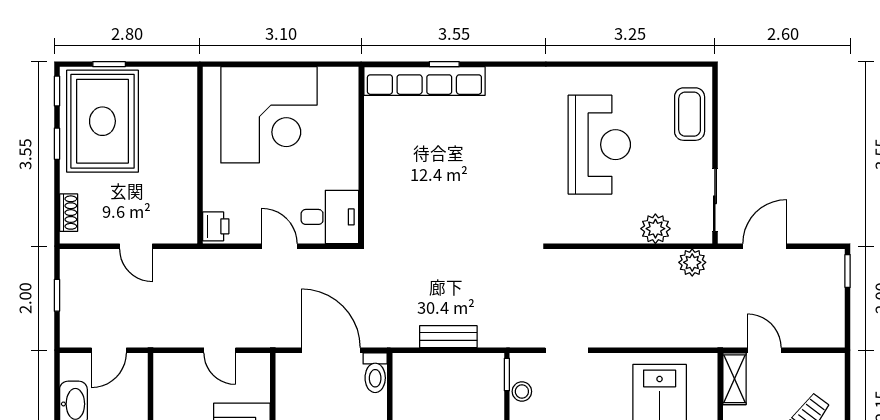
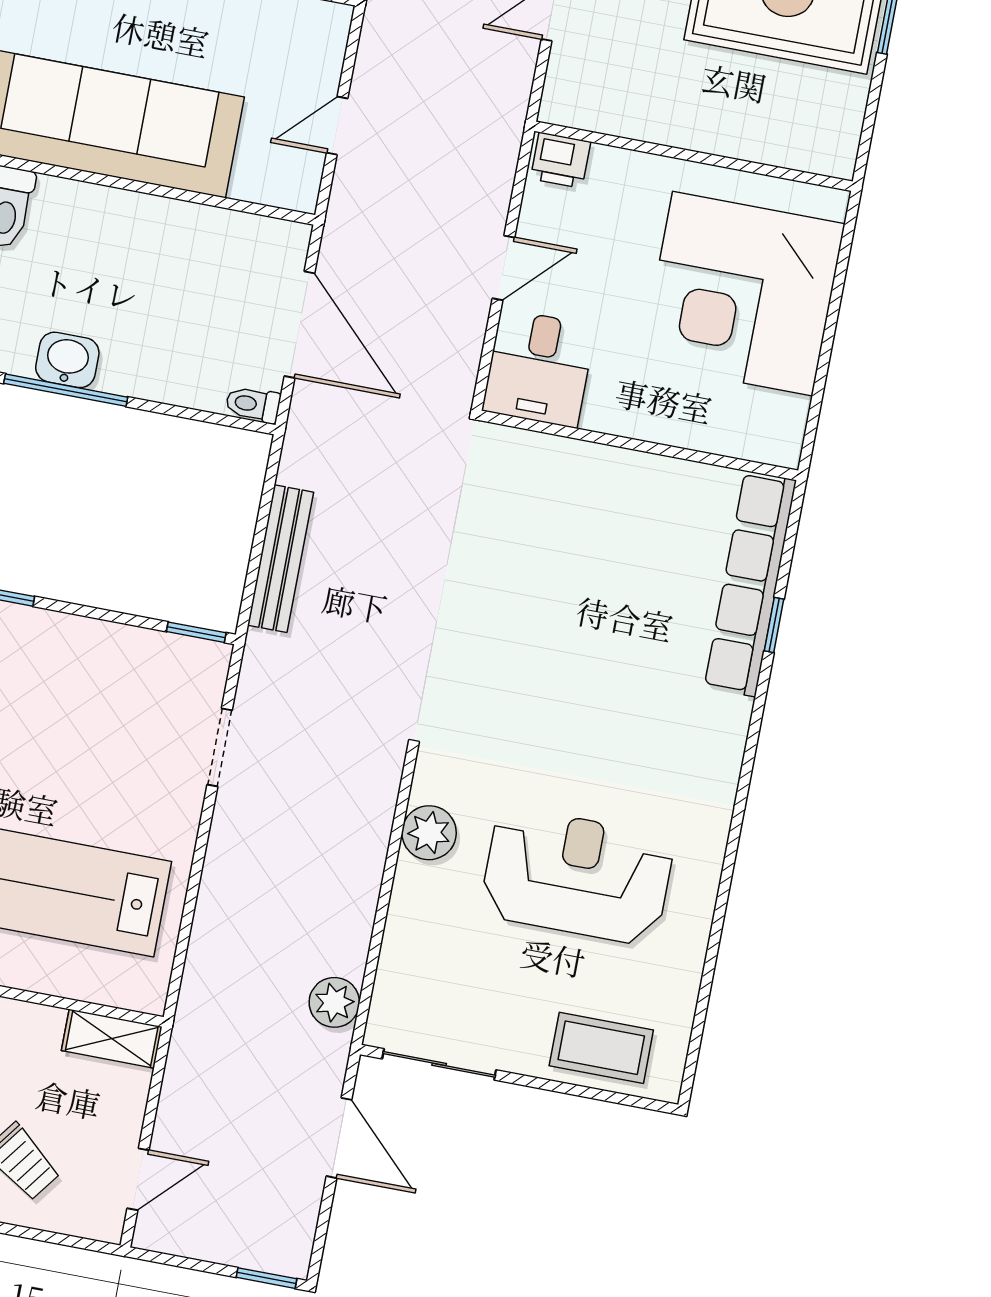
reception desk: (599, 145) -> (577, 876), turned 180
plant: (655, 229) -> (429, 833), moved
bench: (448, 337) -> (281, 559), width x1.36
door: (331, 350) -> (300, 325), hinge flipped
door: (764, 350) -> (138, 1179), moved
toilet: (375, 373) -> (253, 404), width x0.73, depth x0.72
stool: (522, 391) -> (161, 653), removed

